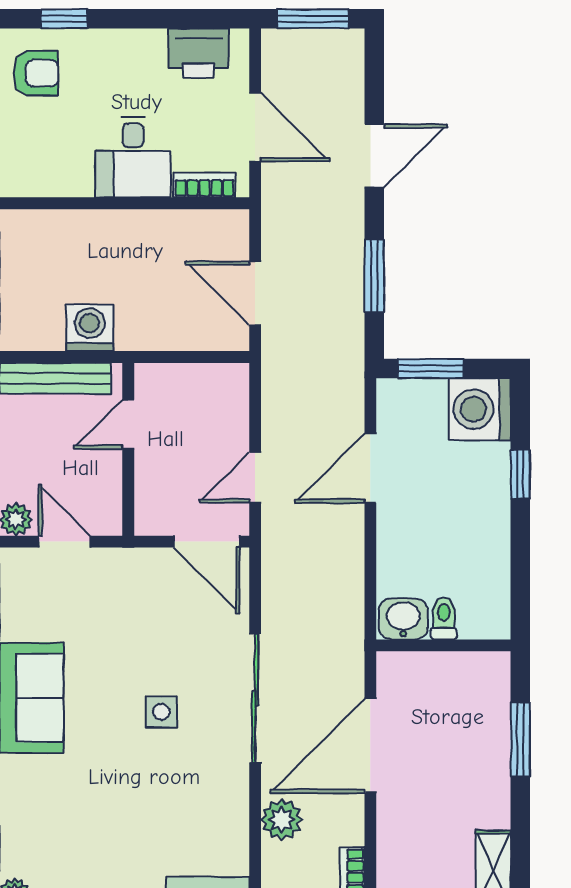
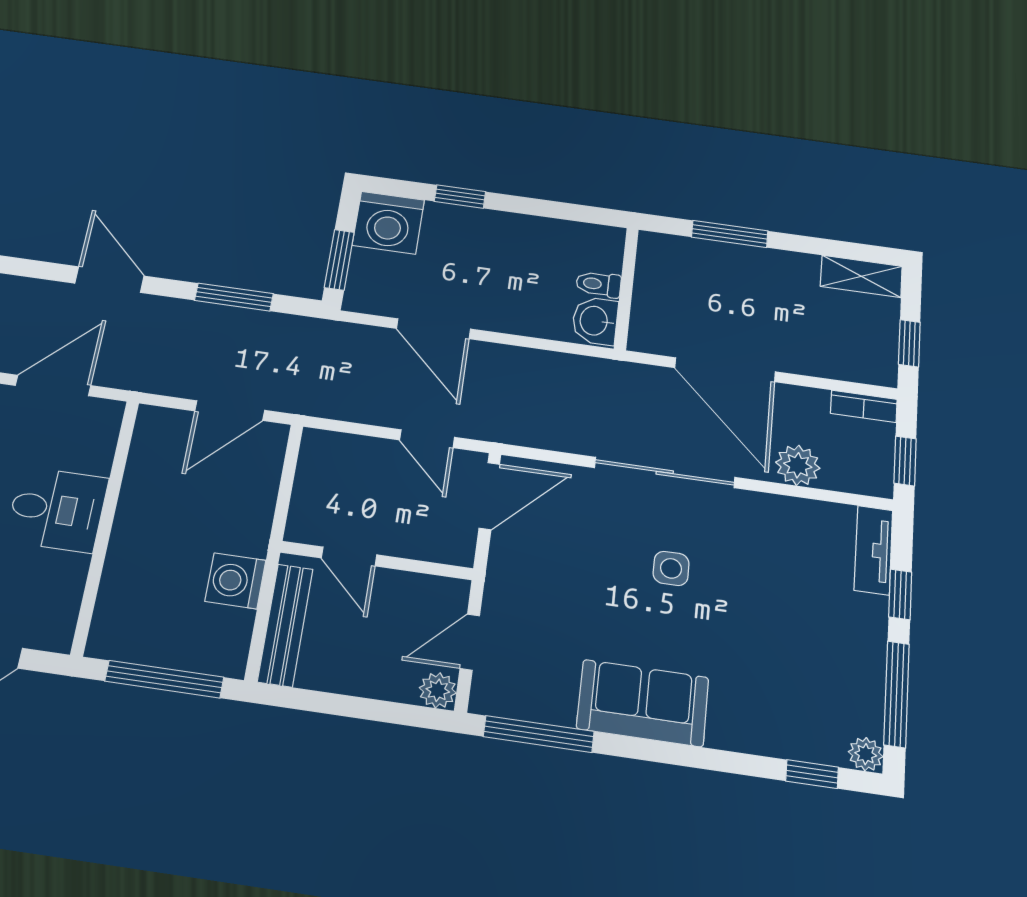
bookcase: (205, 185) -> (104, 443), removed

